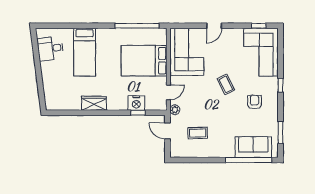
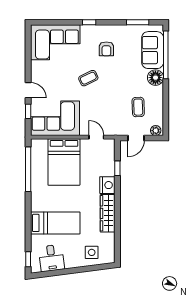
window: (49, 26) -> (28, 259), added
window: (259, 26) -> (28, 111), moved
side table: (56, 88) -> (92, 252), added
armchair: (254, 102) -> (106, 49), turned -90
wardrobe: (94, 103) -> (108, 213), width x1.50
nightstand: (136, 103) -> (107, 185), moved
plant: (175, 110) -> (156, 131), moved
floor lamp: (226, 150) -> (155, 78), added

